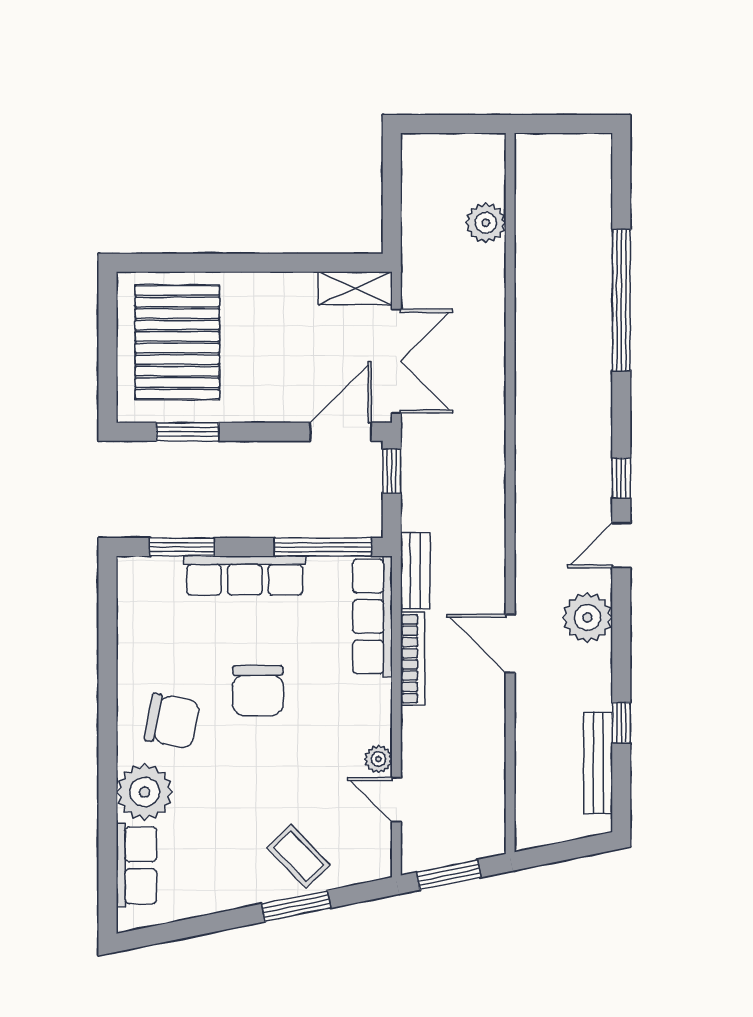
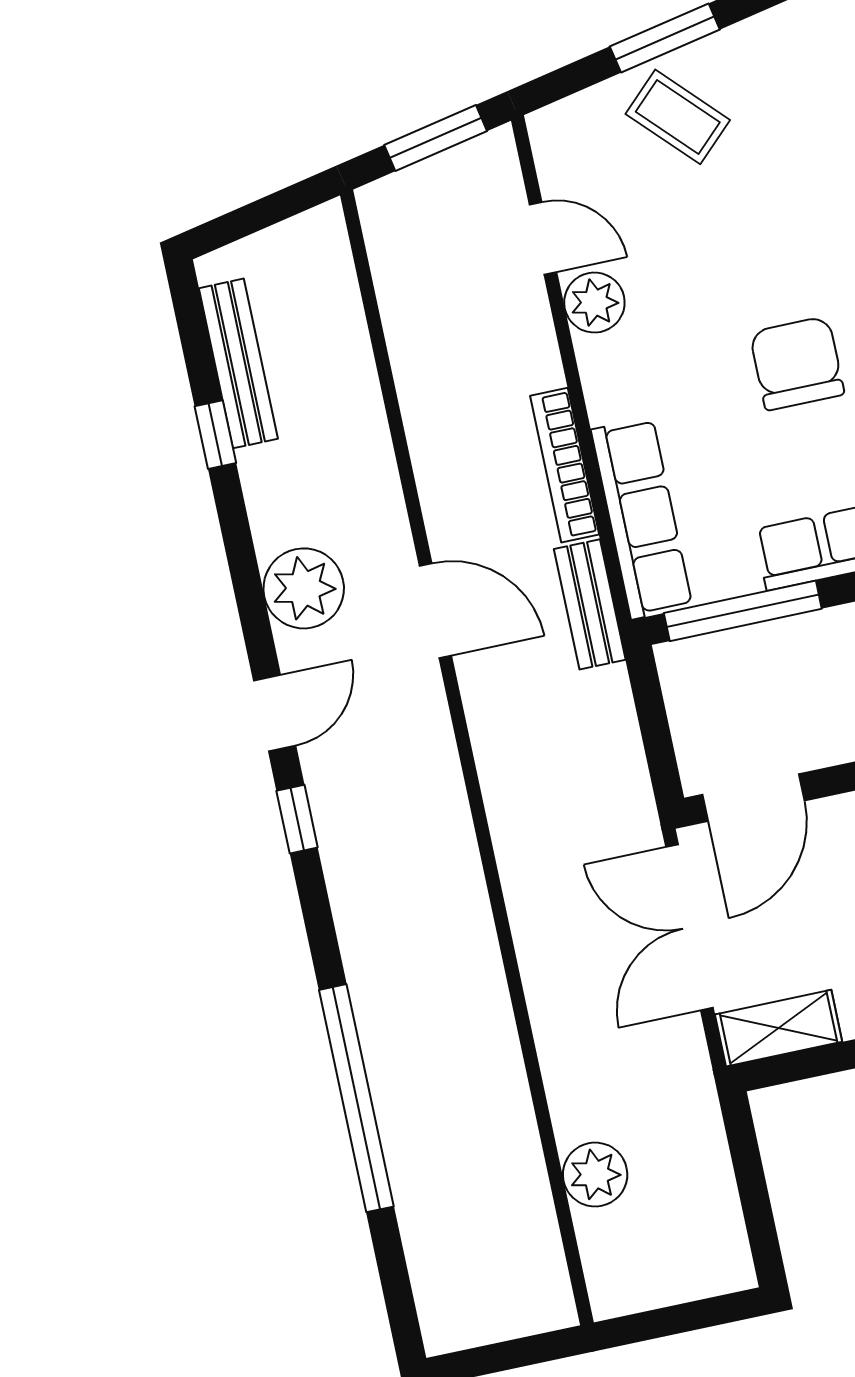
window: (392, 471) -> (660, 753), removed
door: (510, 644) -> (435, 611), moved
plant: (378, 759) -> (594, 303), width x1.38, depth x1.38

